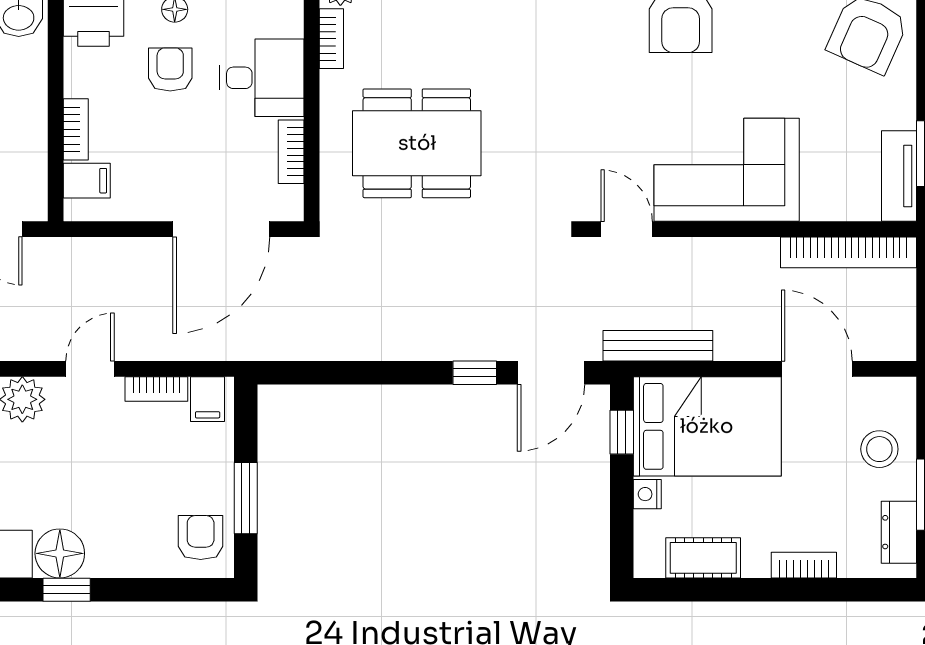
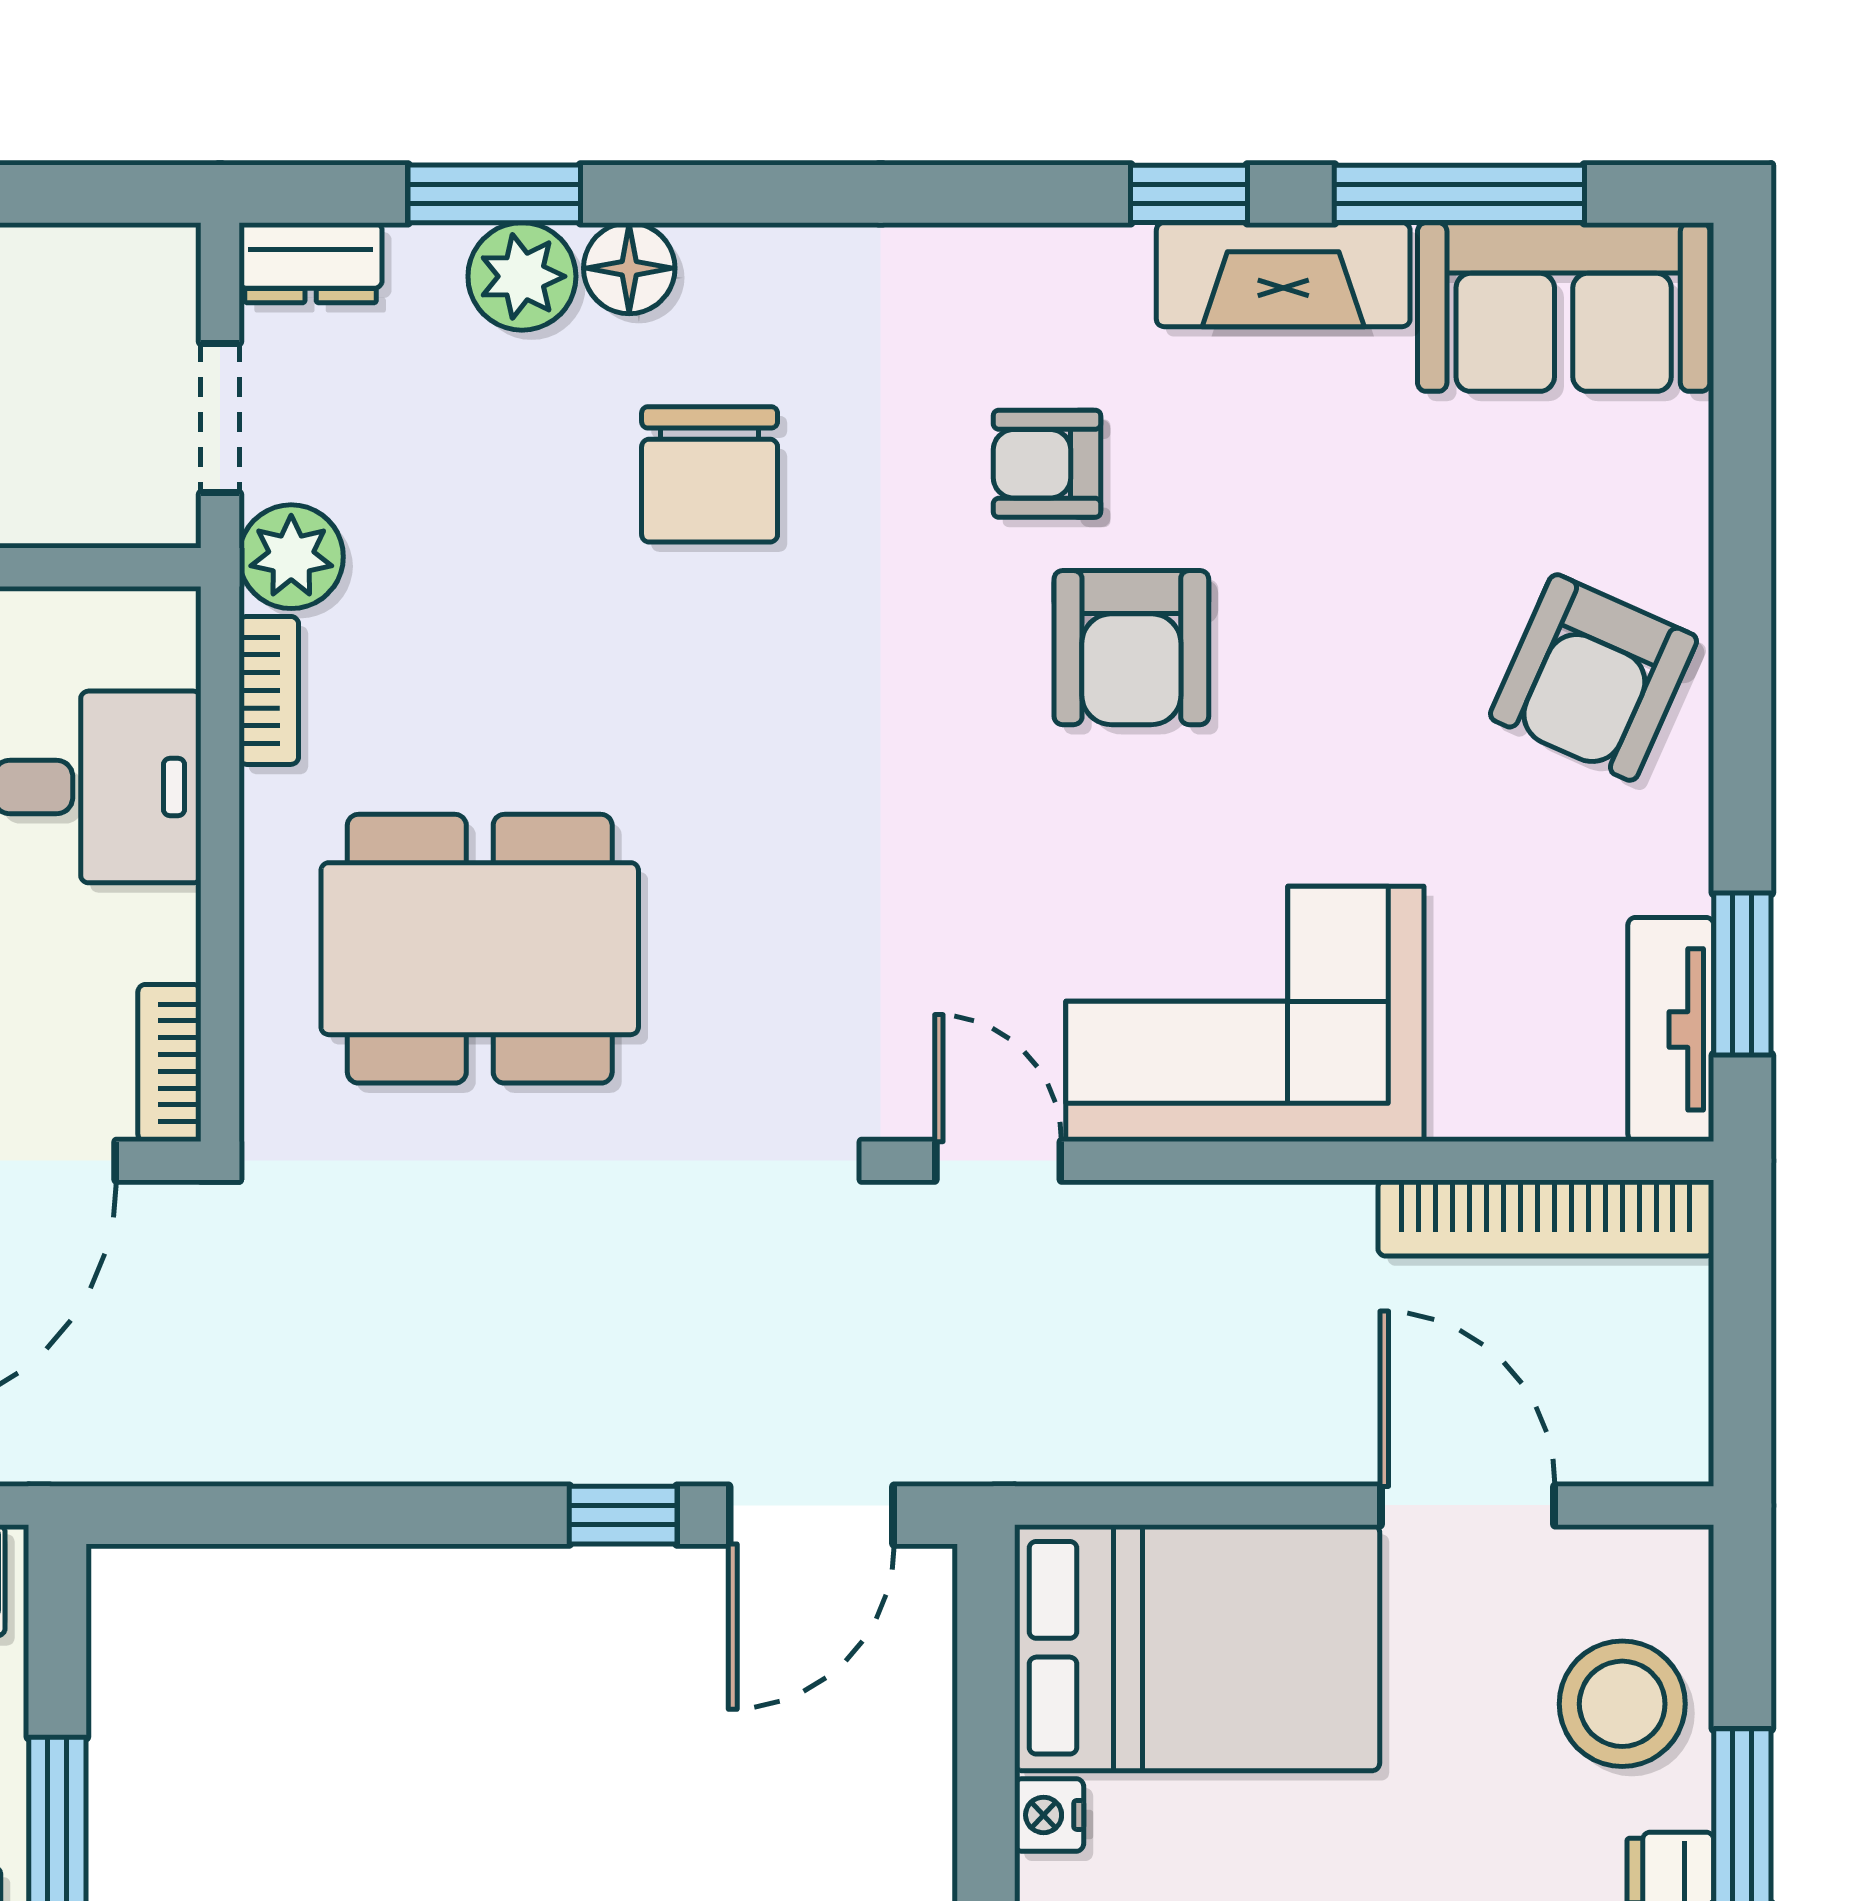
bookcase: (291, 152) -> (169, 1063), moved
bench: (658, 346) -> (1075, 1449), removed
window: (622, 432) -> (986, 1662), removed
stool: (879, 449) -> (1622, 1704), width x1.38, depth x1.38

